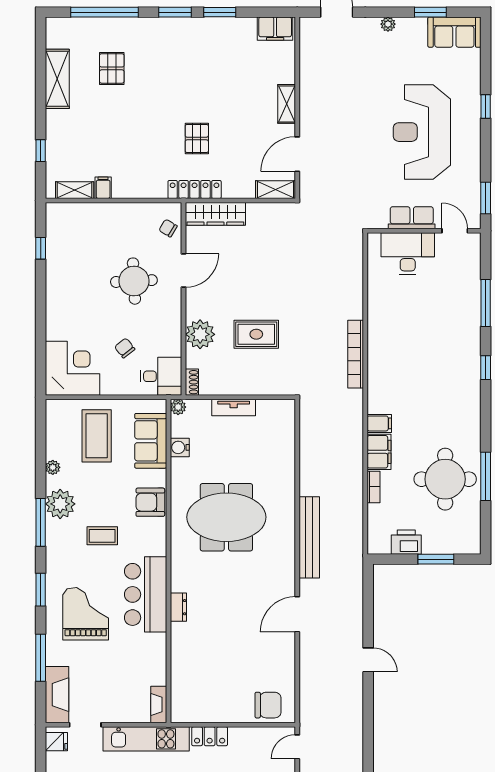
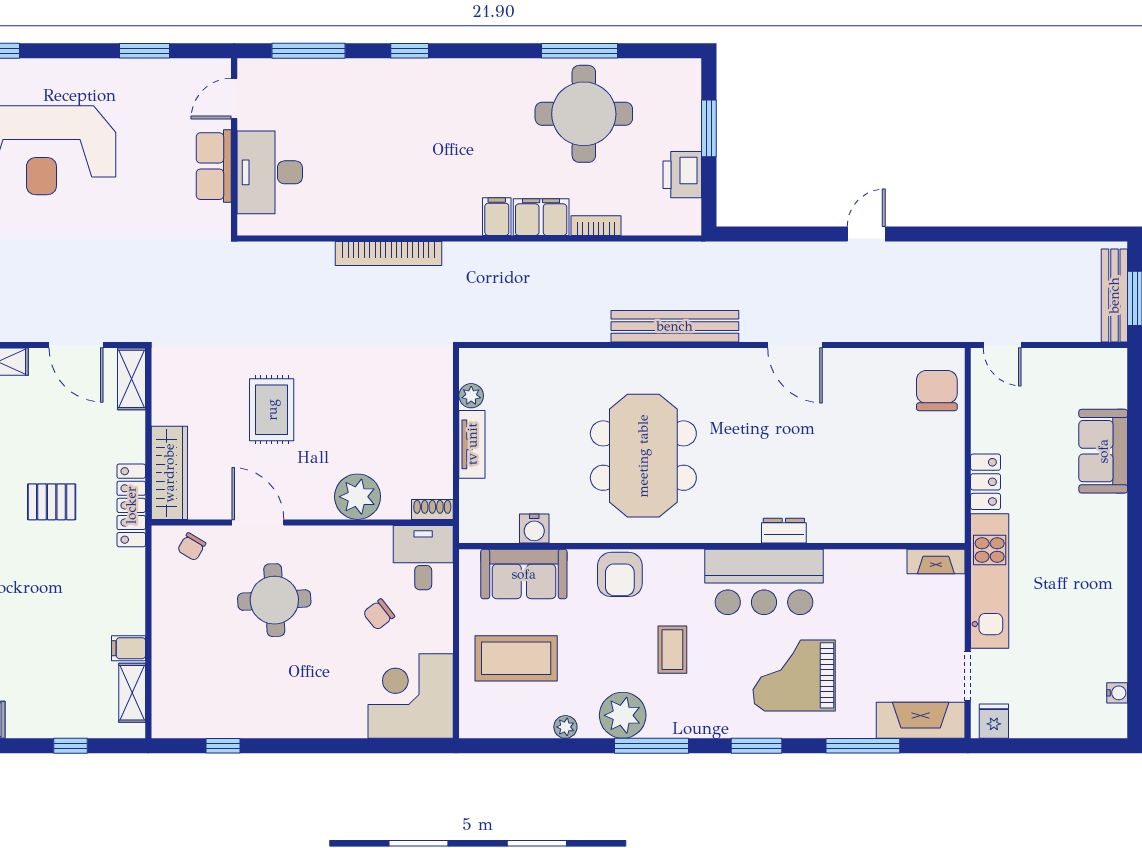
row of seats: (412, 218) -> (214, 166), moved
wall: (424, 231) -> (234, 147), moved
door: (455, 231) -> (234, 99), moved
desk: (408, 253) -> (270, 172), moved
rug: (256, 334) -> (272, 410), moved
plant: (178, 407) -> (471, 396), moved

